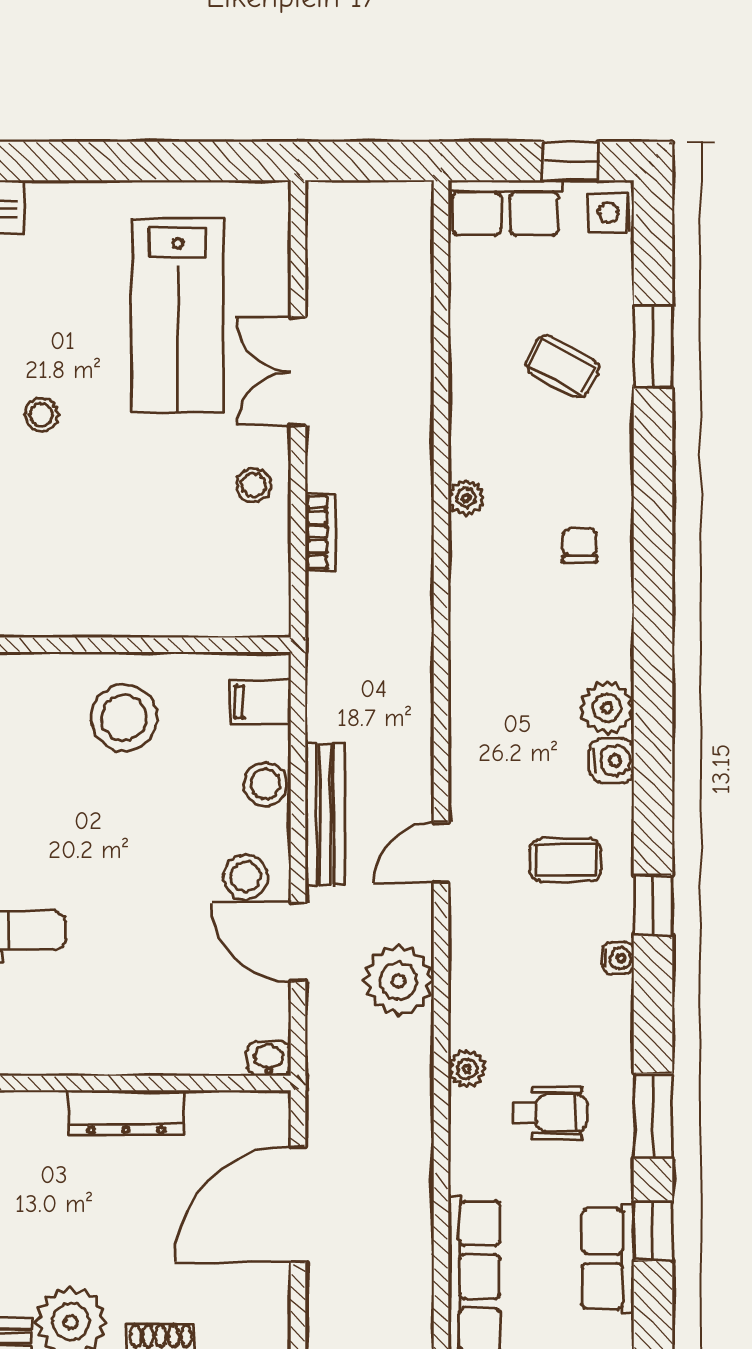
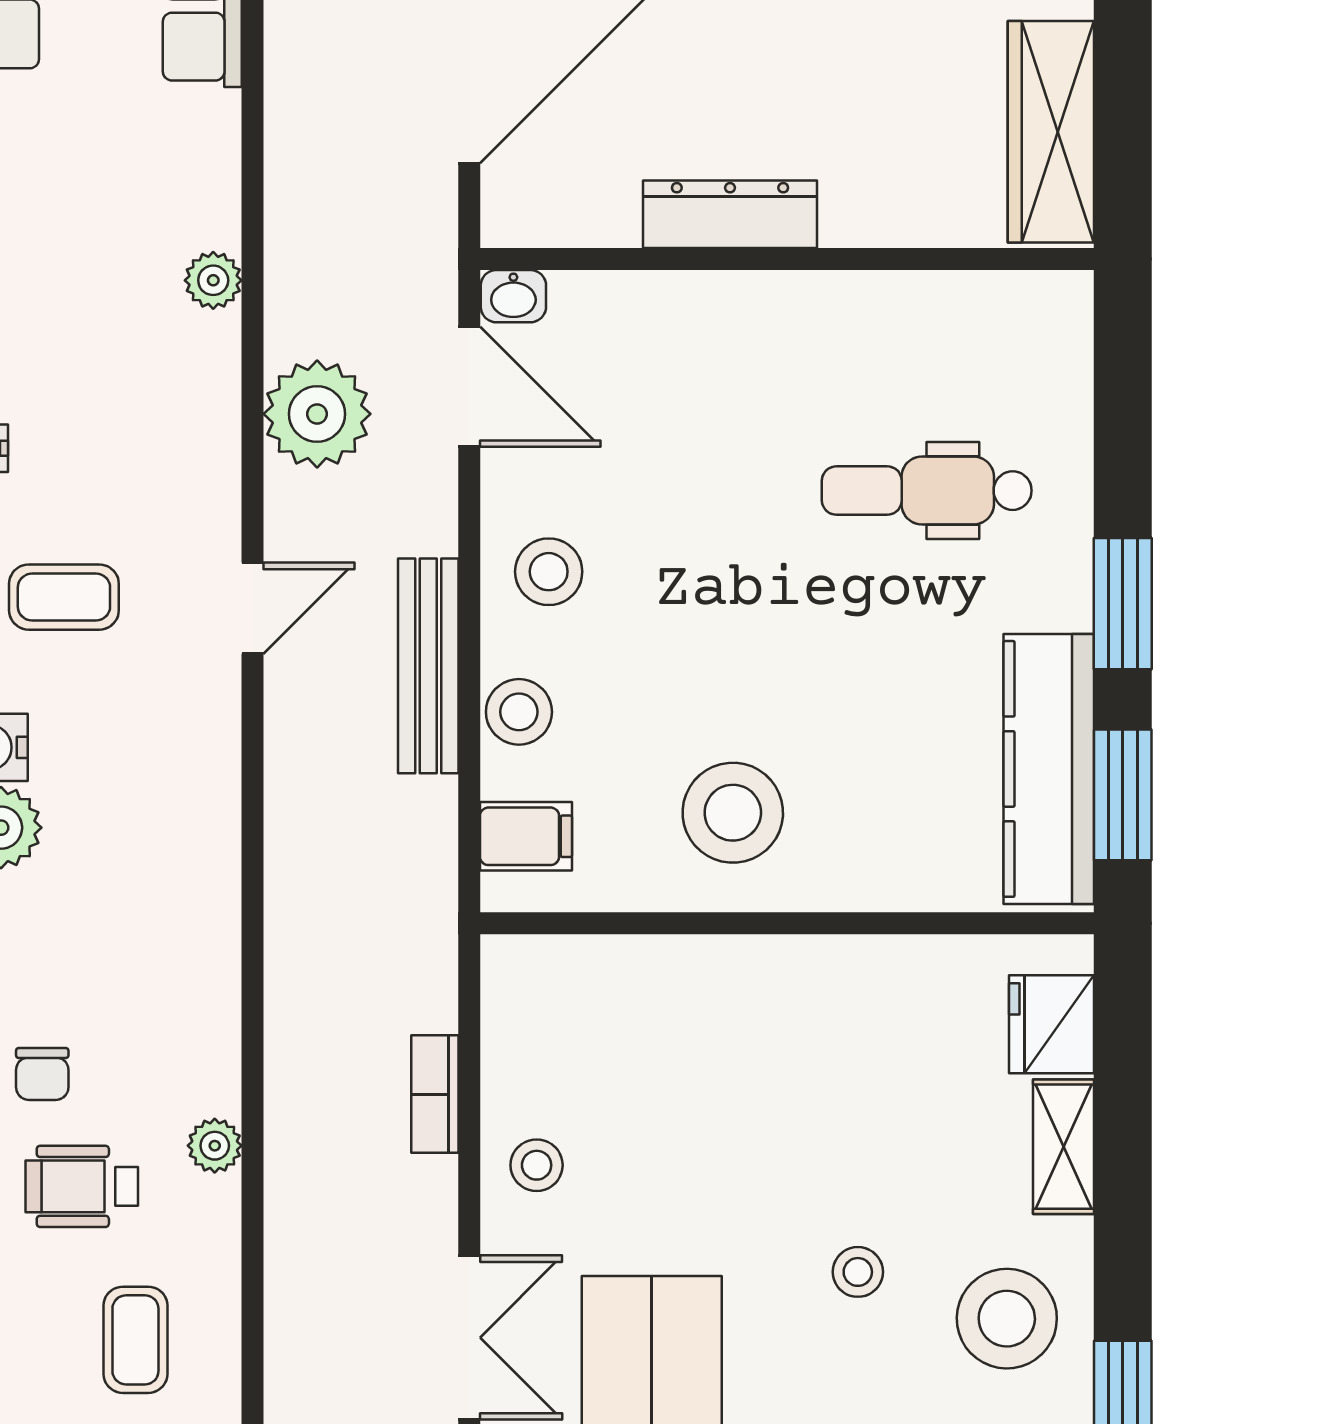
coffee table: (562, 367) -> (135, 1340), moved, turned 61
door: (298, 942) -> (469, 387), moved
wheelchair: (550, 1113) -> (82, 1186), moved

